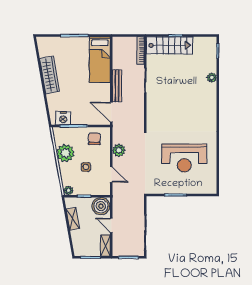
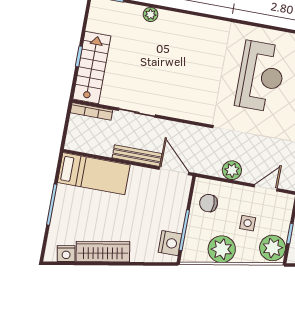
nightstand: (44, 51) -> (66, 254), added
door: (111, 112) -> (174, 171), swing flipped
plant: (68, 190) -> (273, 248), width x1.87, depth x1.87

